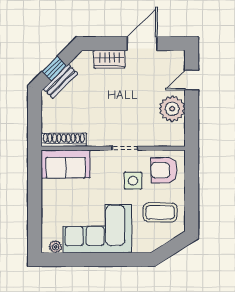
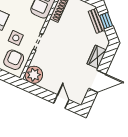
door: (142, 44) -> (97, 81), hinge flipped
plant: (172, 109) -> (34, 75), moved

